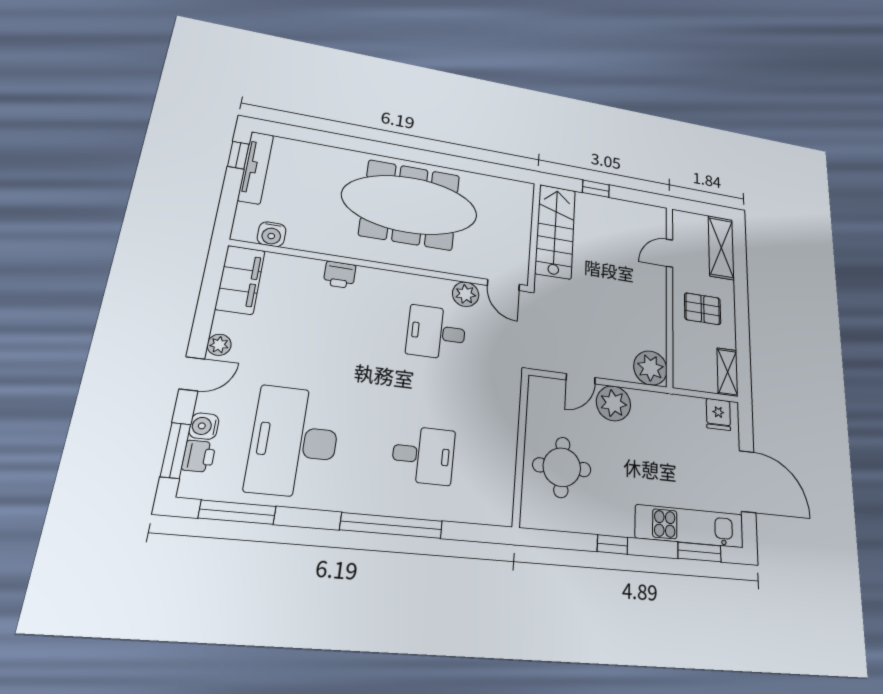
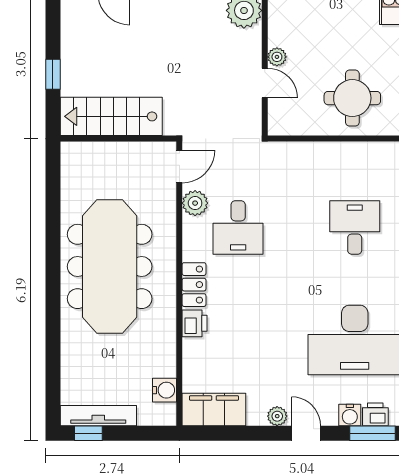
locker: (381, 280) -> (194, 285), added
plant: (613, 403) -> (277, 57), width x0.53, depth x0.53

